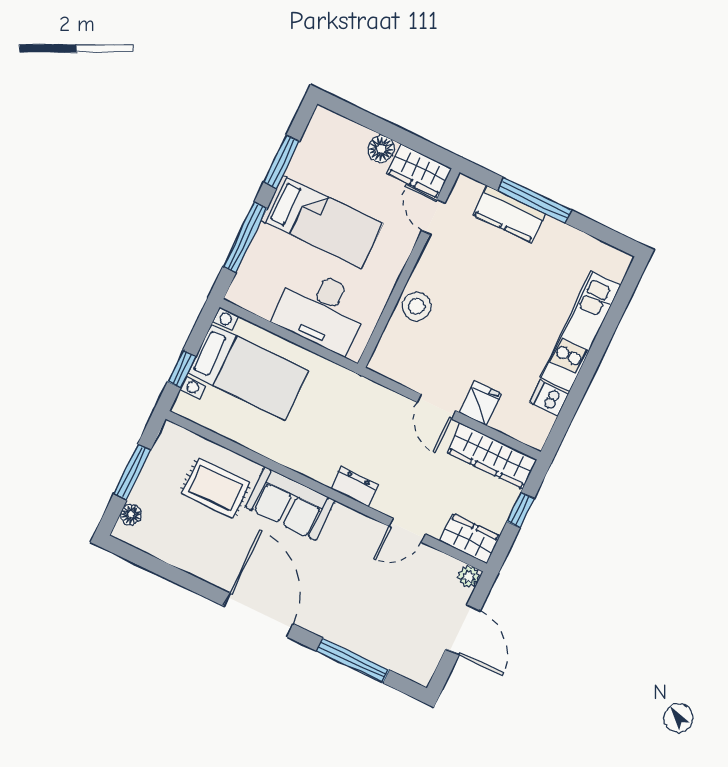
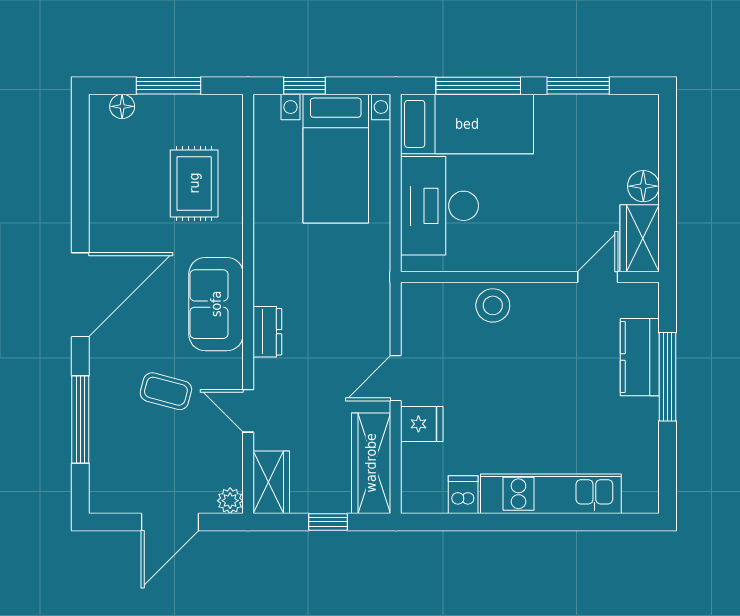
bed: (322, 222) -> (467, 124), moved, turned -90
sofa: (290, 504) -> (216, 304), moved
coffee table: (362, 585) -> (166, 391), added

